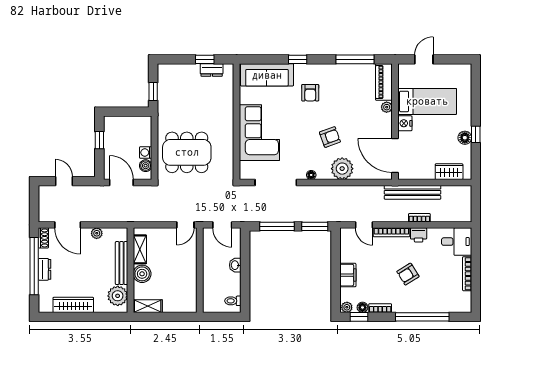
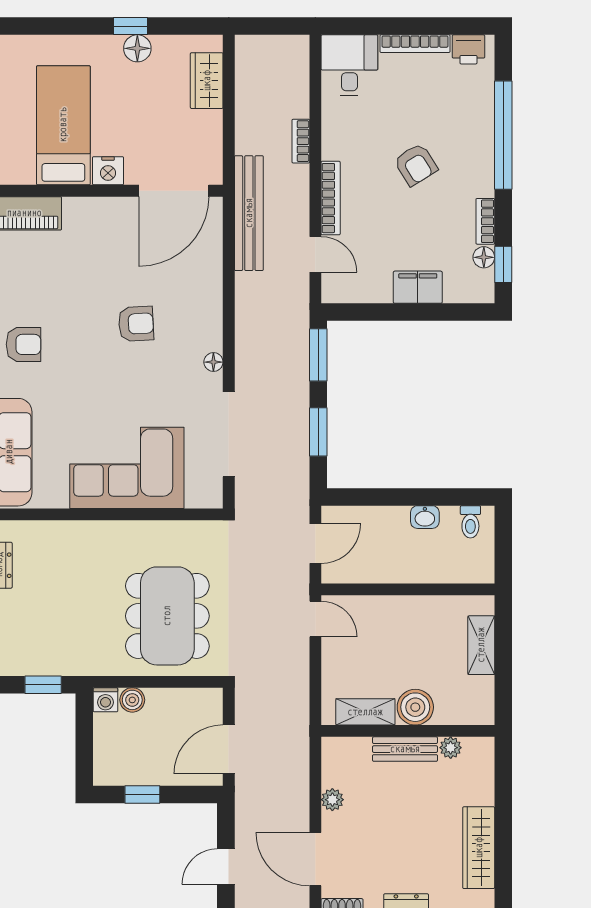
armchair: (310, 93) -> (24, 344), moved
plant: (387, 107) -> (75, 208), removed
armchair: (330, 137) -> (136, 324), turned 107
washing machine: (146, 153) -> (105, 700), moved
boiler: (146, 166) -> (132, 700), moved
plant: (342, 169) -> (200, 299), removed
bench: (413, 192) -> (249, 213), moved
door: (68, 225) -> (315, 859), swing flipped
door: (364, 225) -> (315, 254), hinge flipped
window: (277, 226) -> (318, 432), width x0.69
printer: (419, 235) -> (468, 49), moved, turned 90
bench: (122, 263) -> (405, 749), width x0.73
washbasin: (235, 265) -> (425, 517), moved
plant: (118, 296) -> (451, 748), width x0.53, depth x0.53
shelving: (148, 306) -> (481, 645), moved
plant: (347, 307) -> (483, 289), removed

